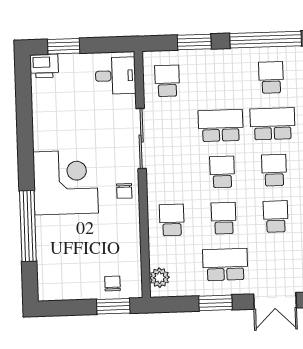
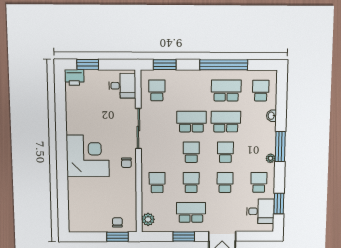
window: (194, 42) -> (165, 65), moved
school desk: (271, 77) -> (226, 91), width x1.85
window: (28, 226) -> (62, 184), removed

